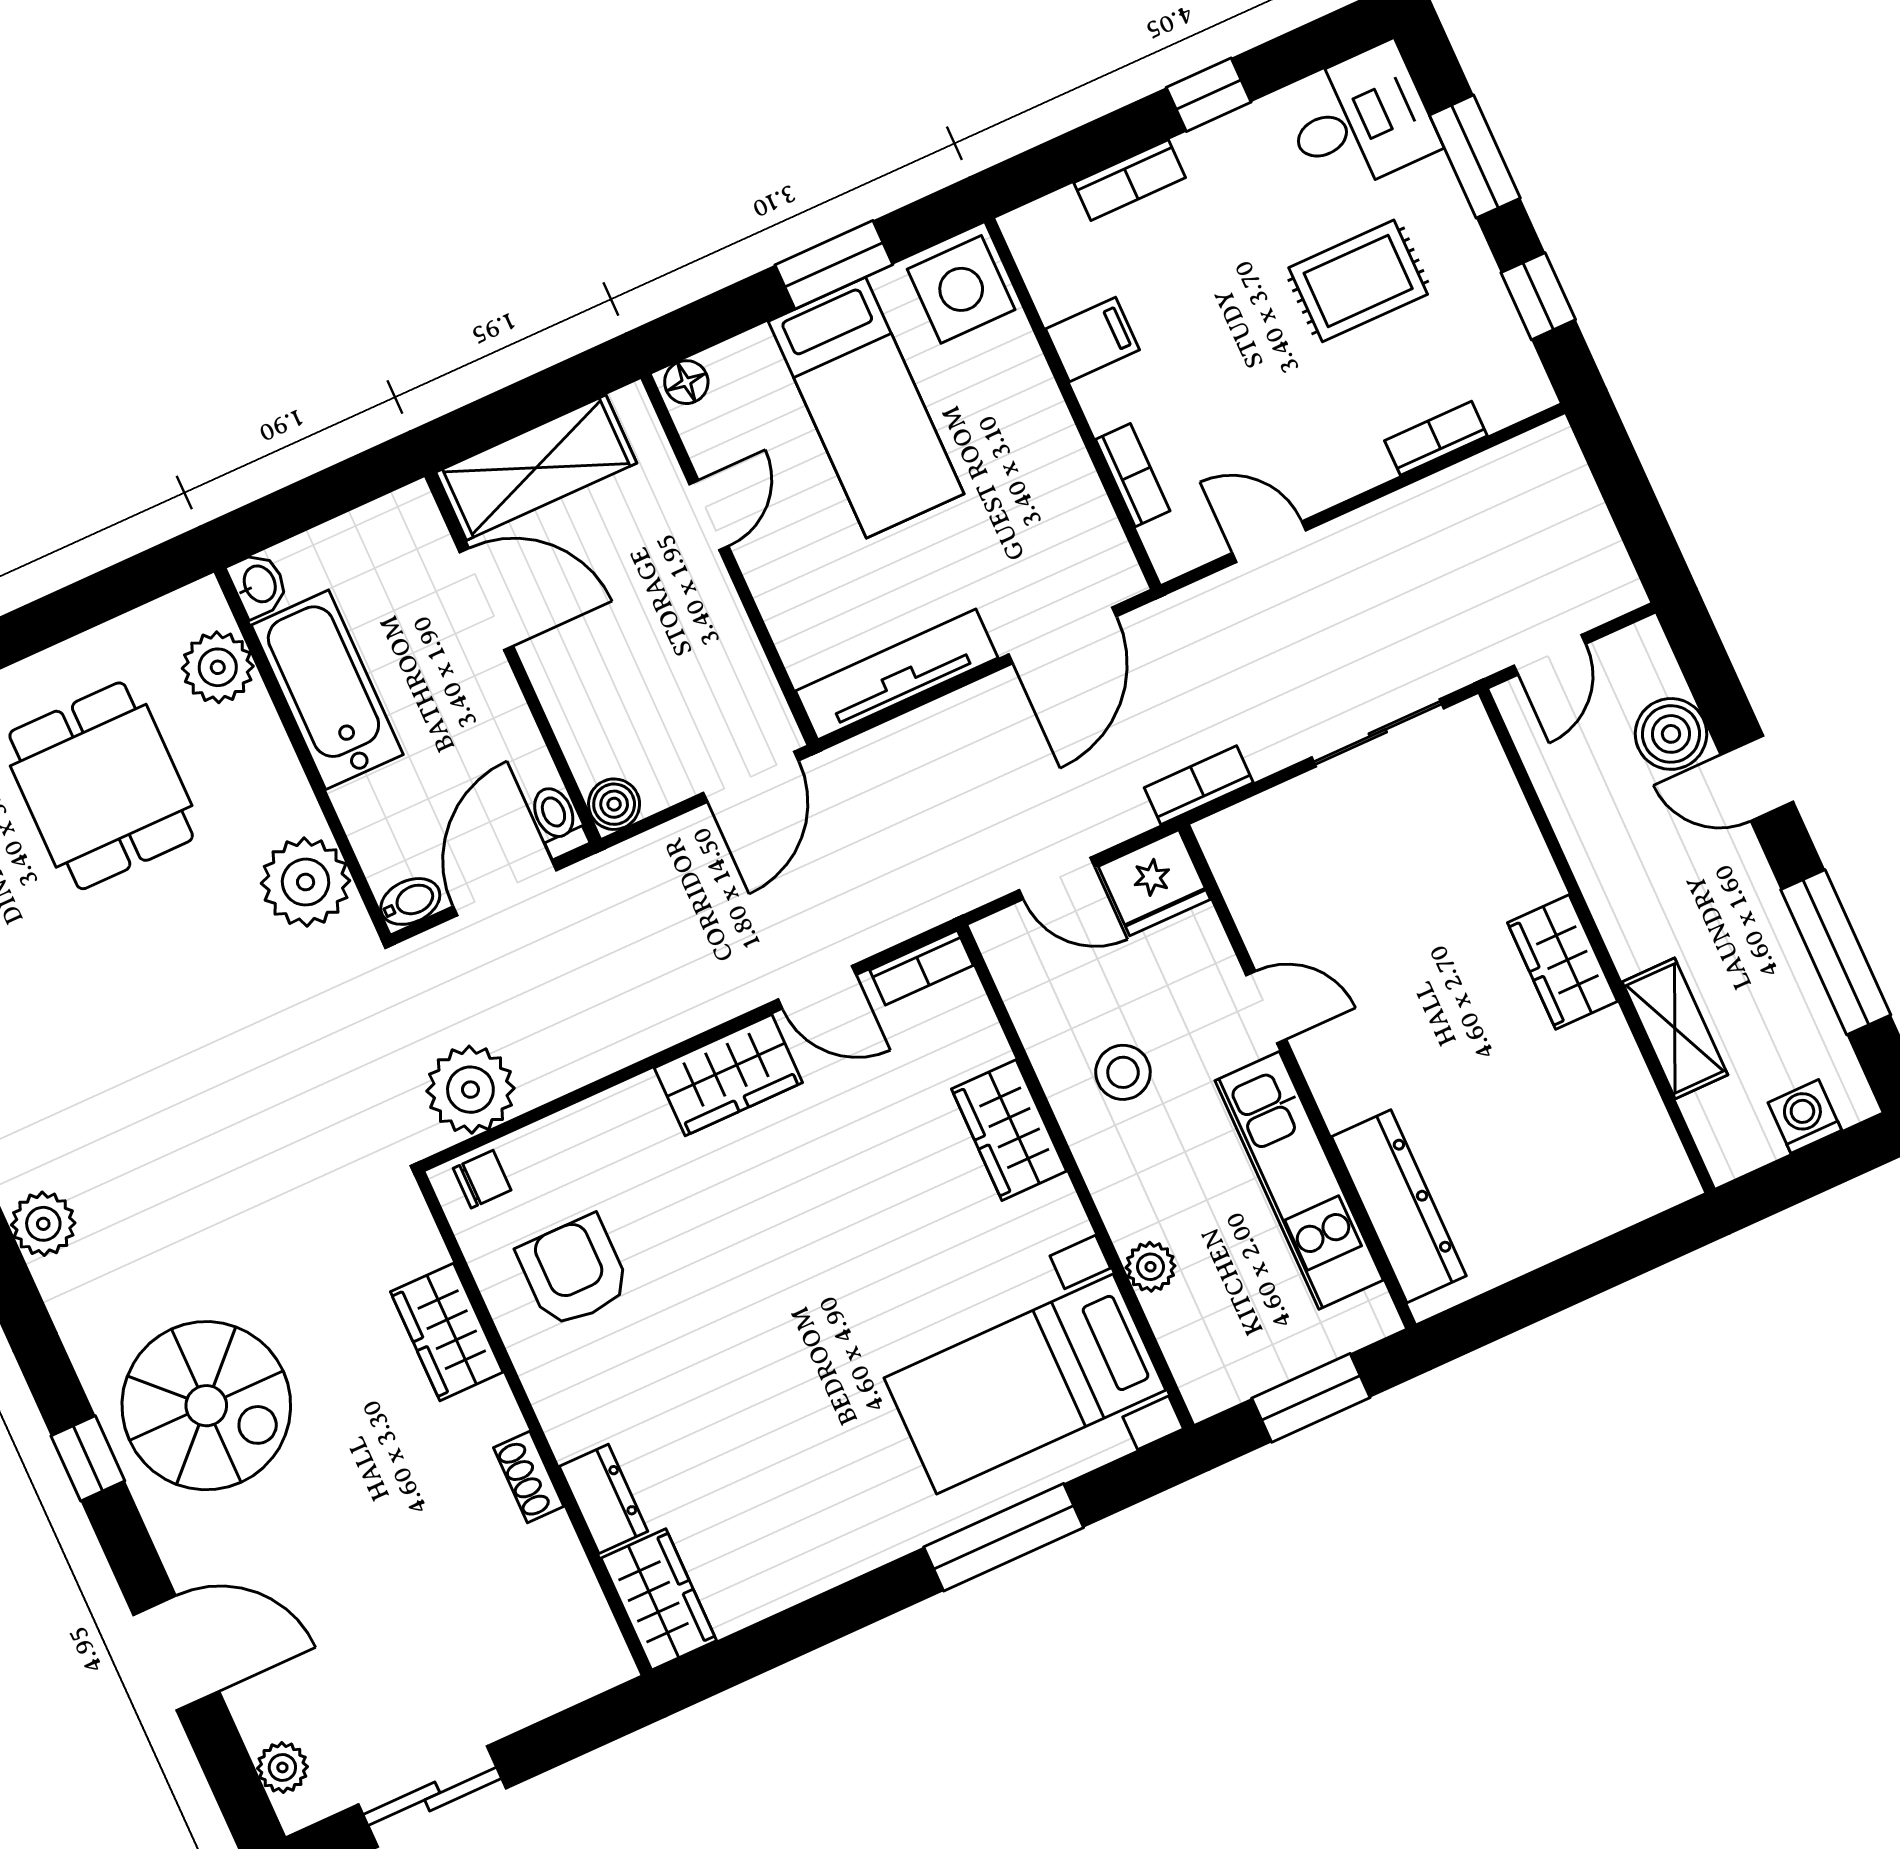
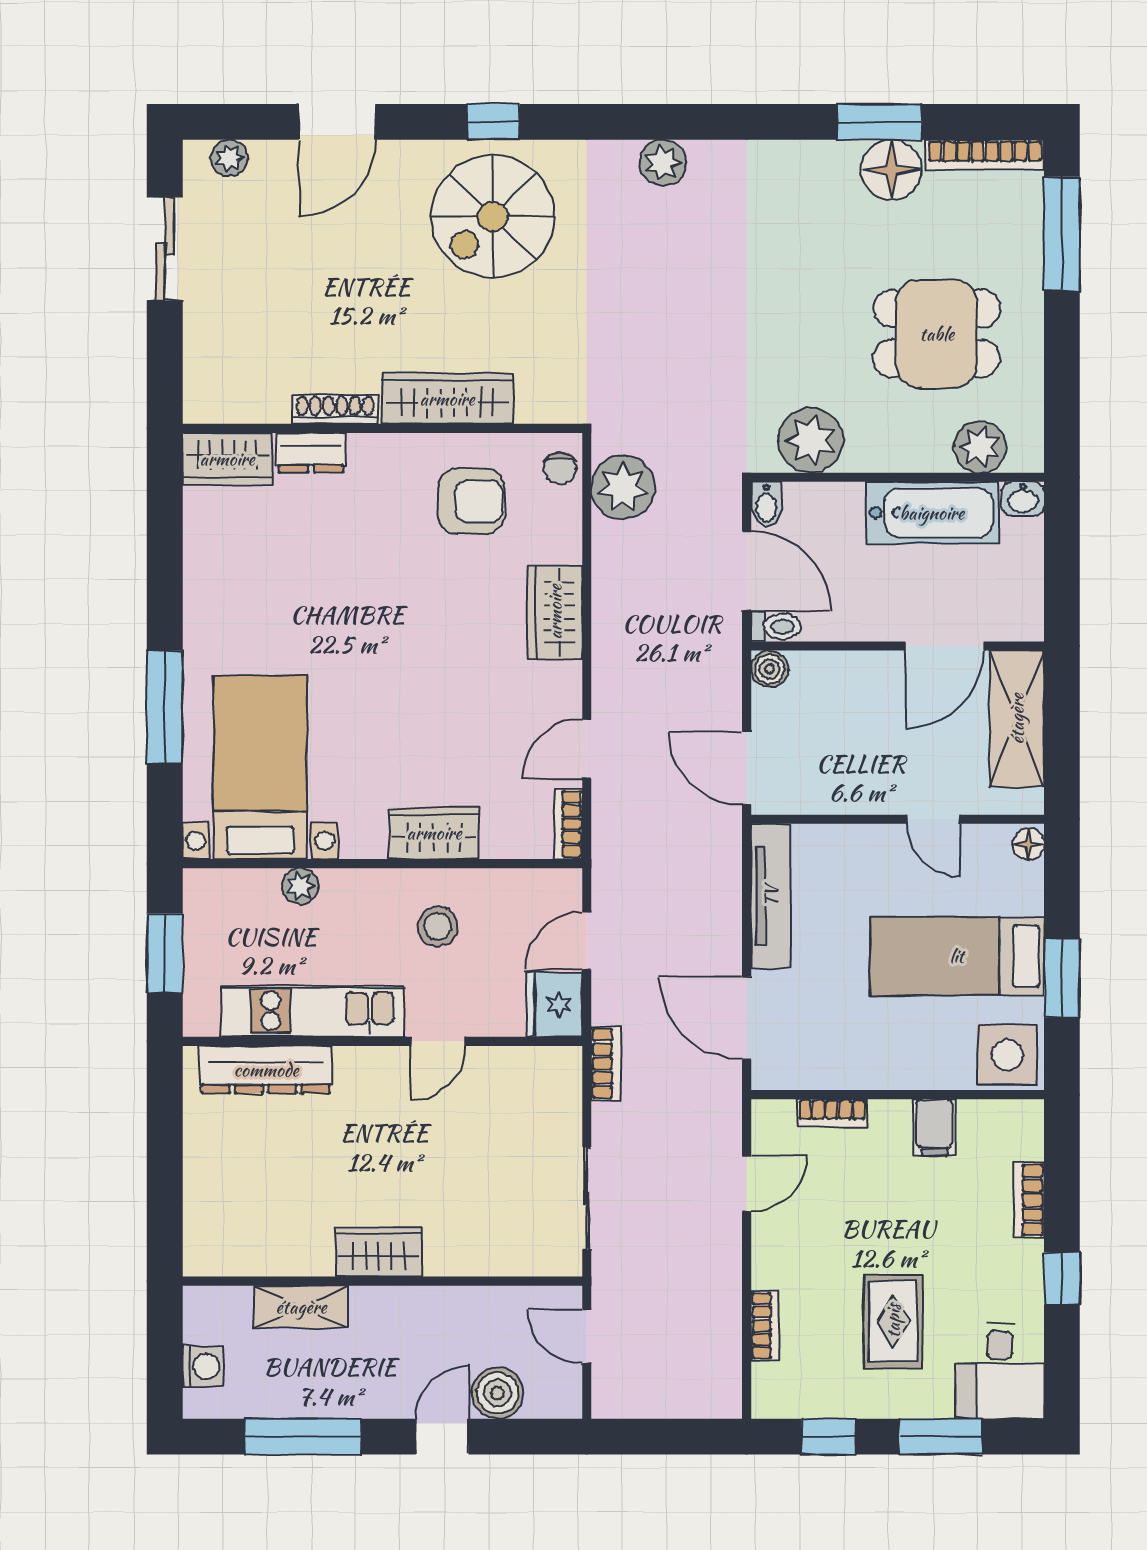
wardrobe: (728, 1075) -> (555, 612), moved
wardrobe: (447, 1332) -> (447, 399), width x1.50
shoe rack: (529, 1477) -> (335, 409), width x1.43

